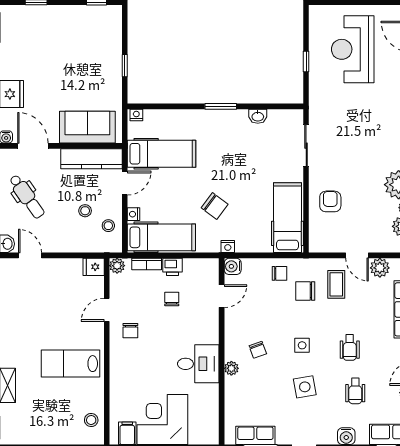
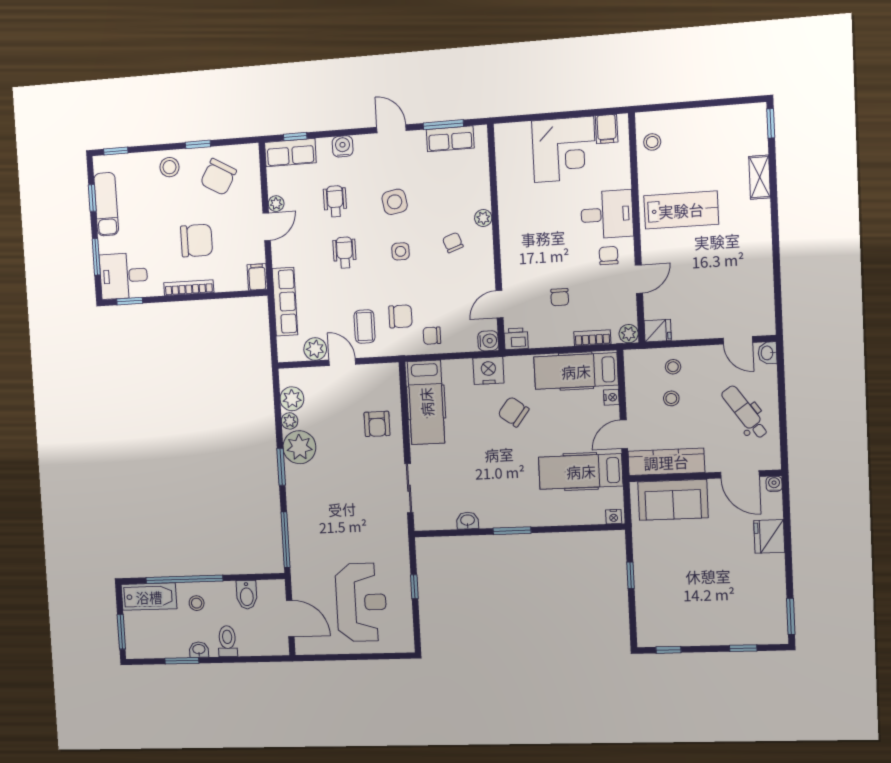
stool: (108, 226) -> (673, 367), moved
nightstand: (228, 246) -> (488, 371), width x1.89, depth x1.79
printer: (172, 267) -> (516, 339), moved
desk: (198, 364) -> (607, 214), moved, turned 180

